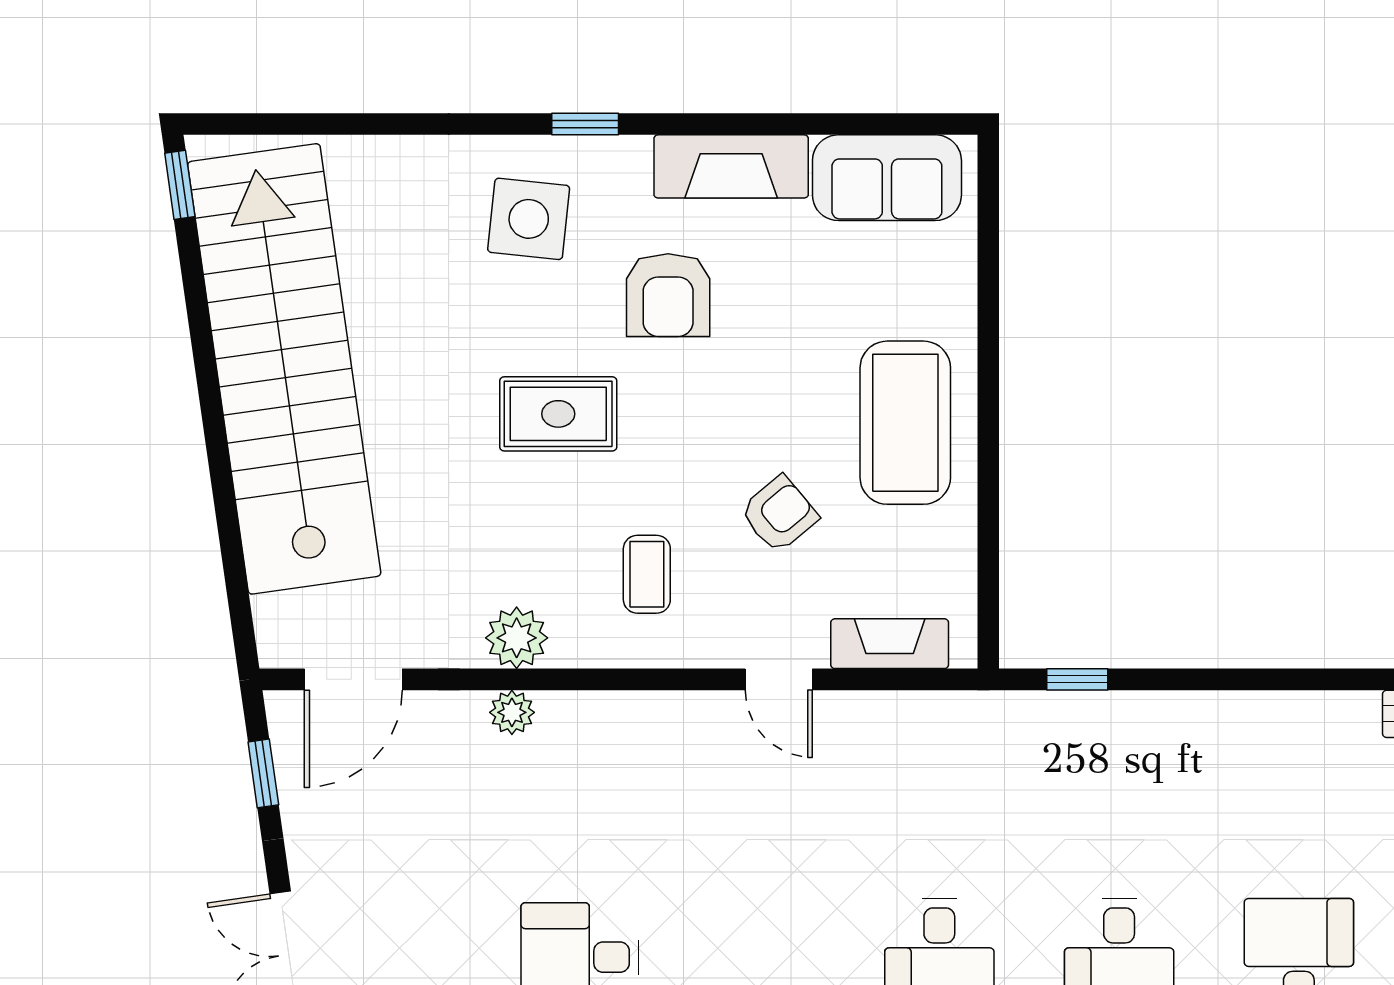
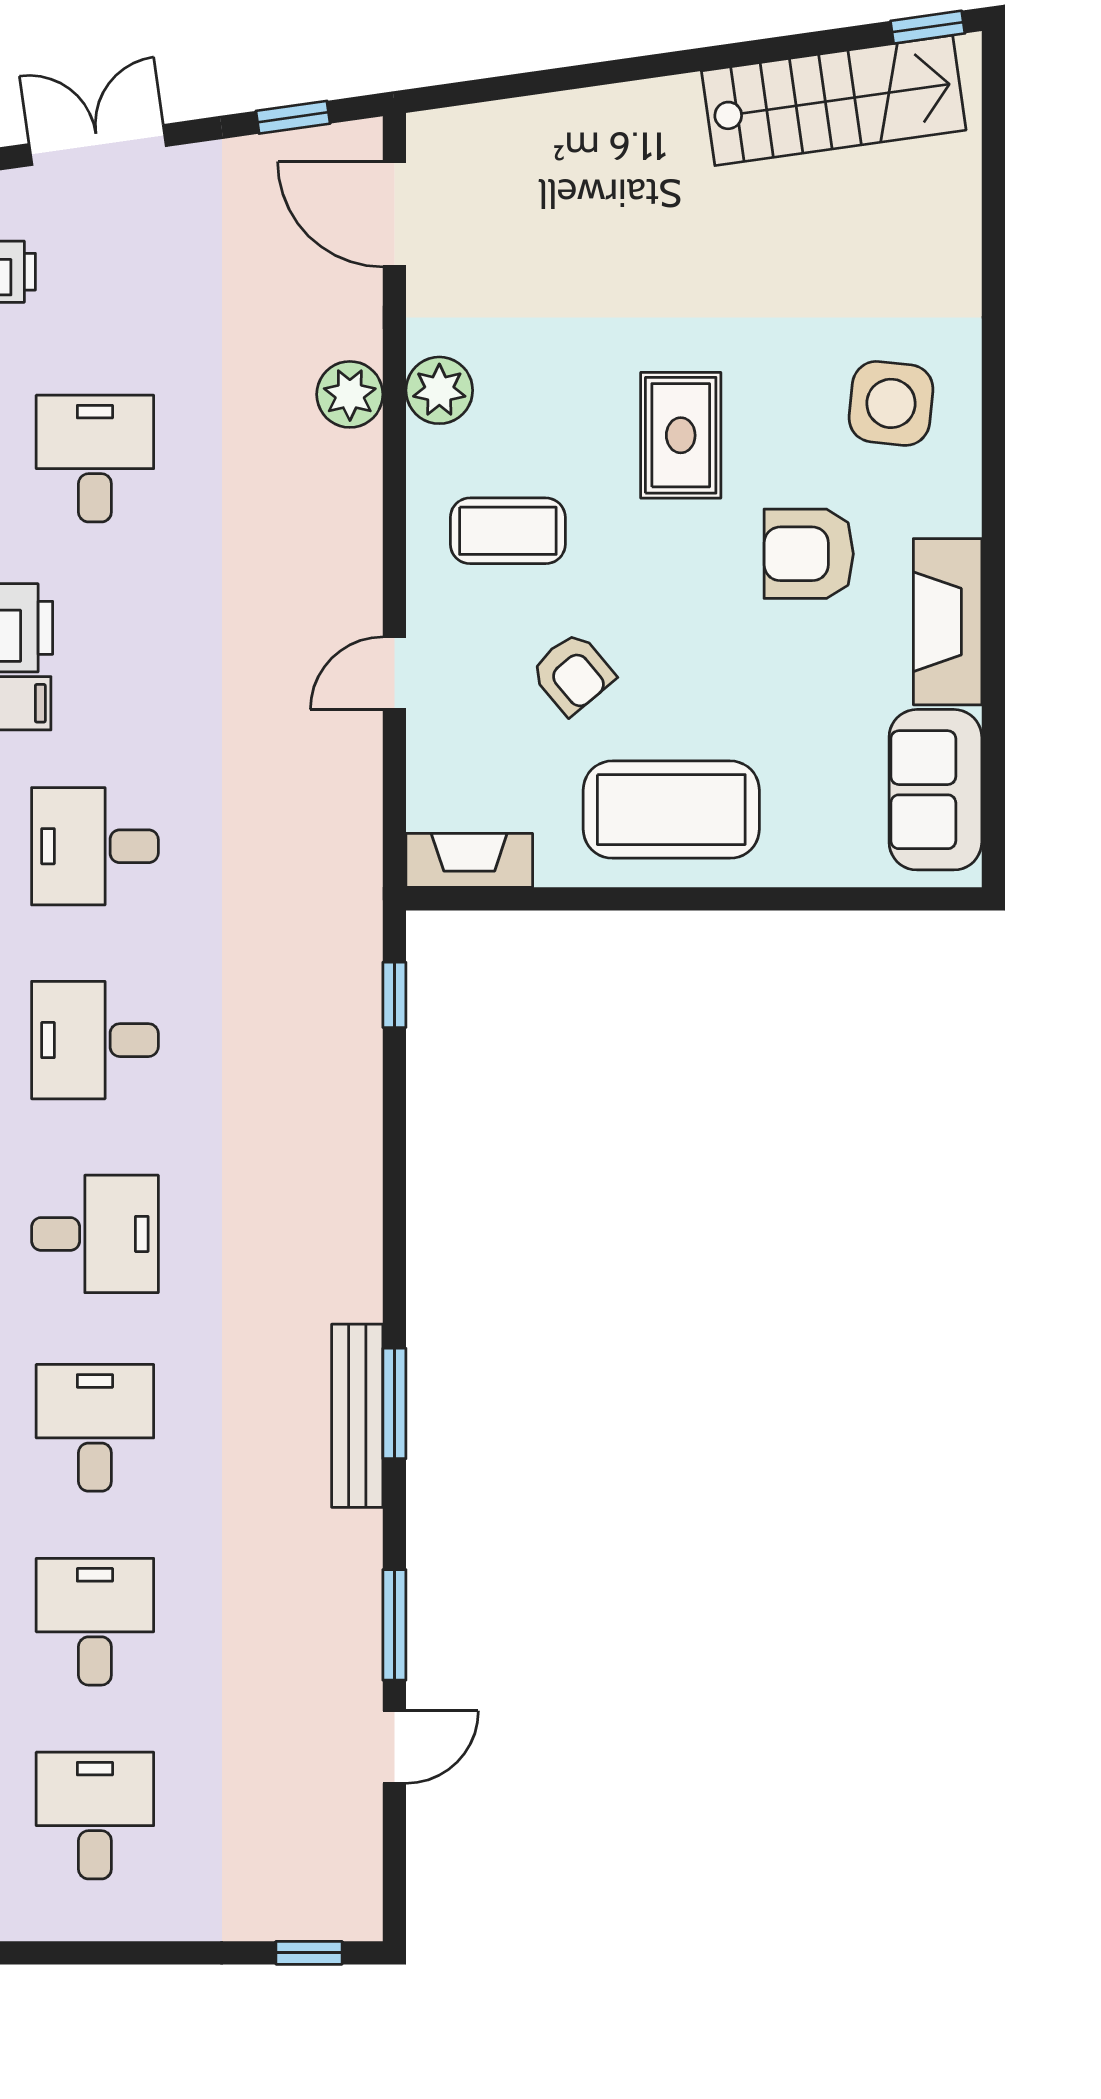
window: (585, 124) -> (993, 464), removed
stairs: (284, 369) -> (834, 100), width x0.54, depth x0.66
coffee table: (647, 574) -> (508, 531), width x1.36, depth x1.30
fireplace: (890, 644) -> (469, 860), moved, turned -90
plant: (512, 712) -> (350, 394), width x1.38, depth x1.38

